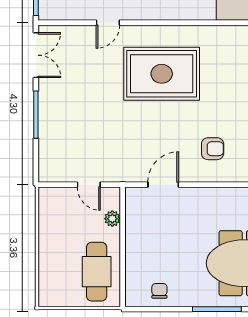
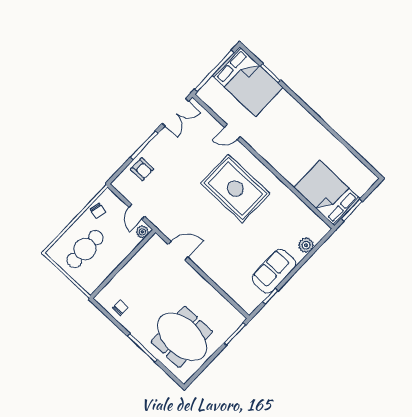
armchair: (213, 149) -> (142, 169), moved
chair: (51, 218) -> (98, 211), added
plant: (112, 219) -> (142, 232), moved
cafe table: (97, 272) -> (85, 249), moved

